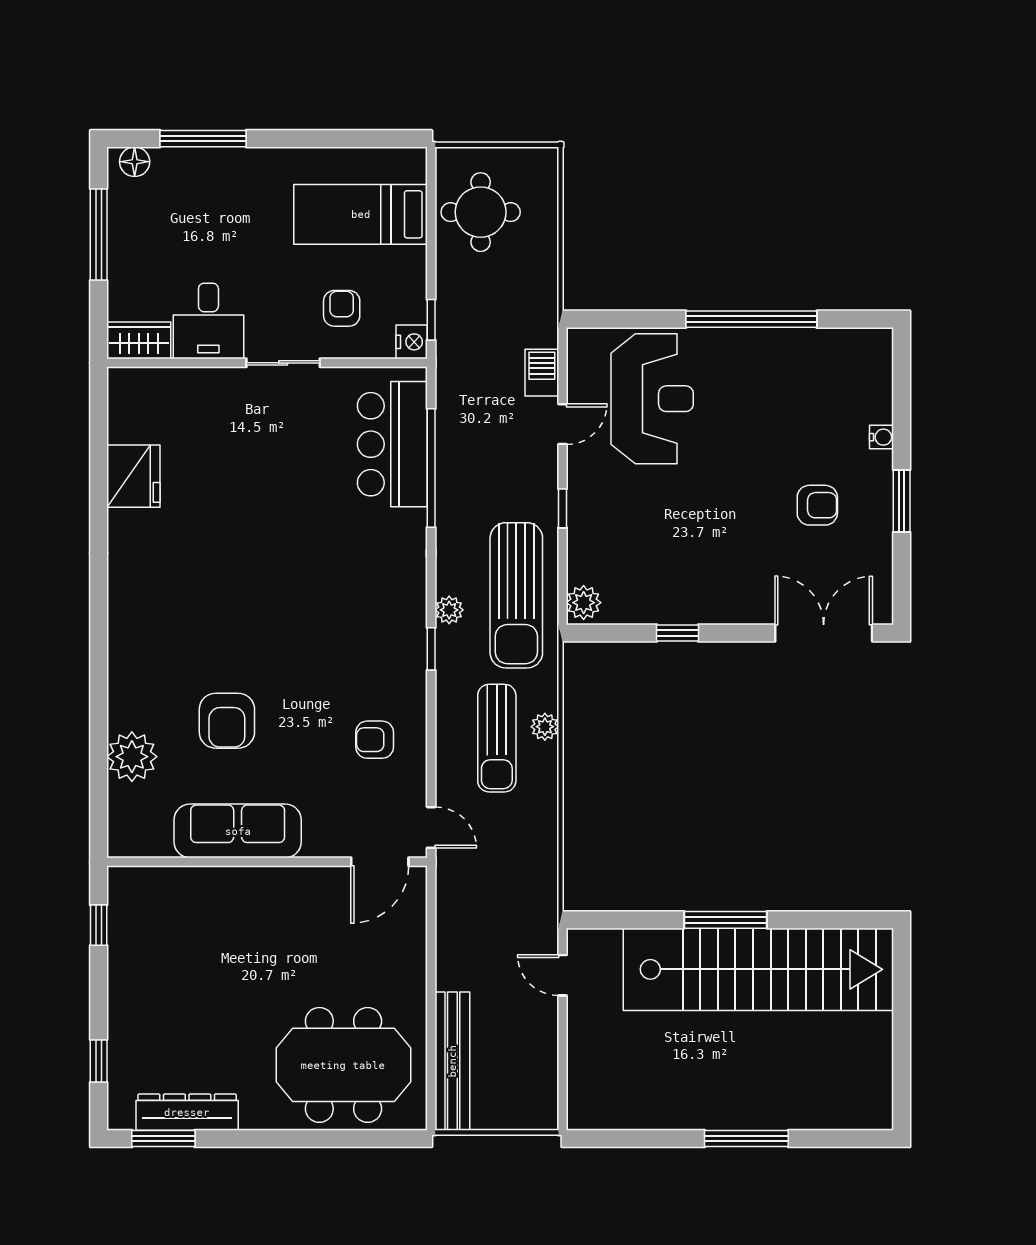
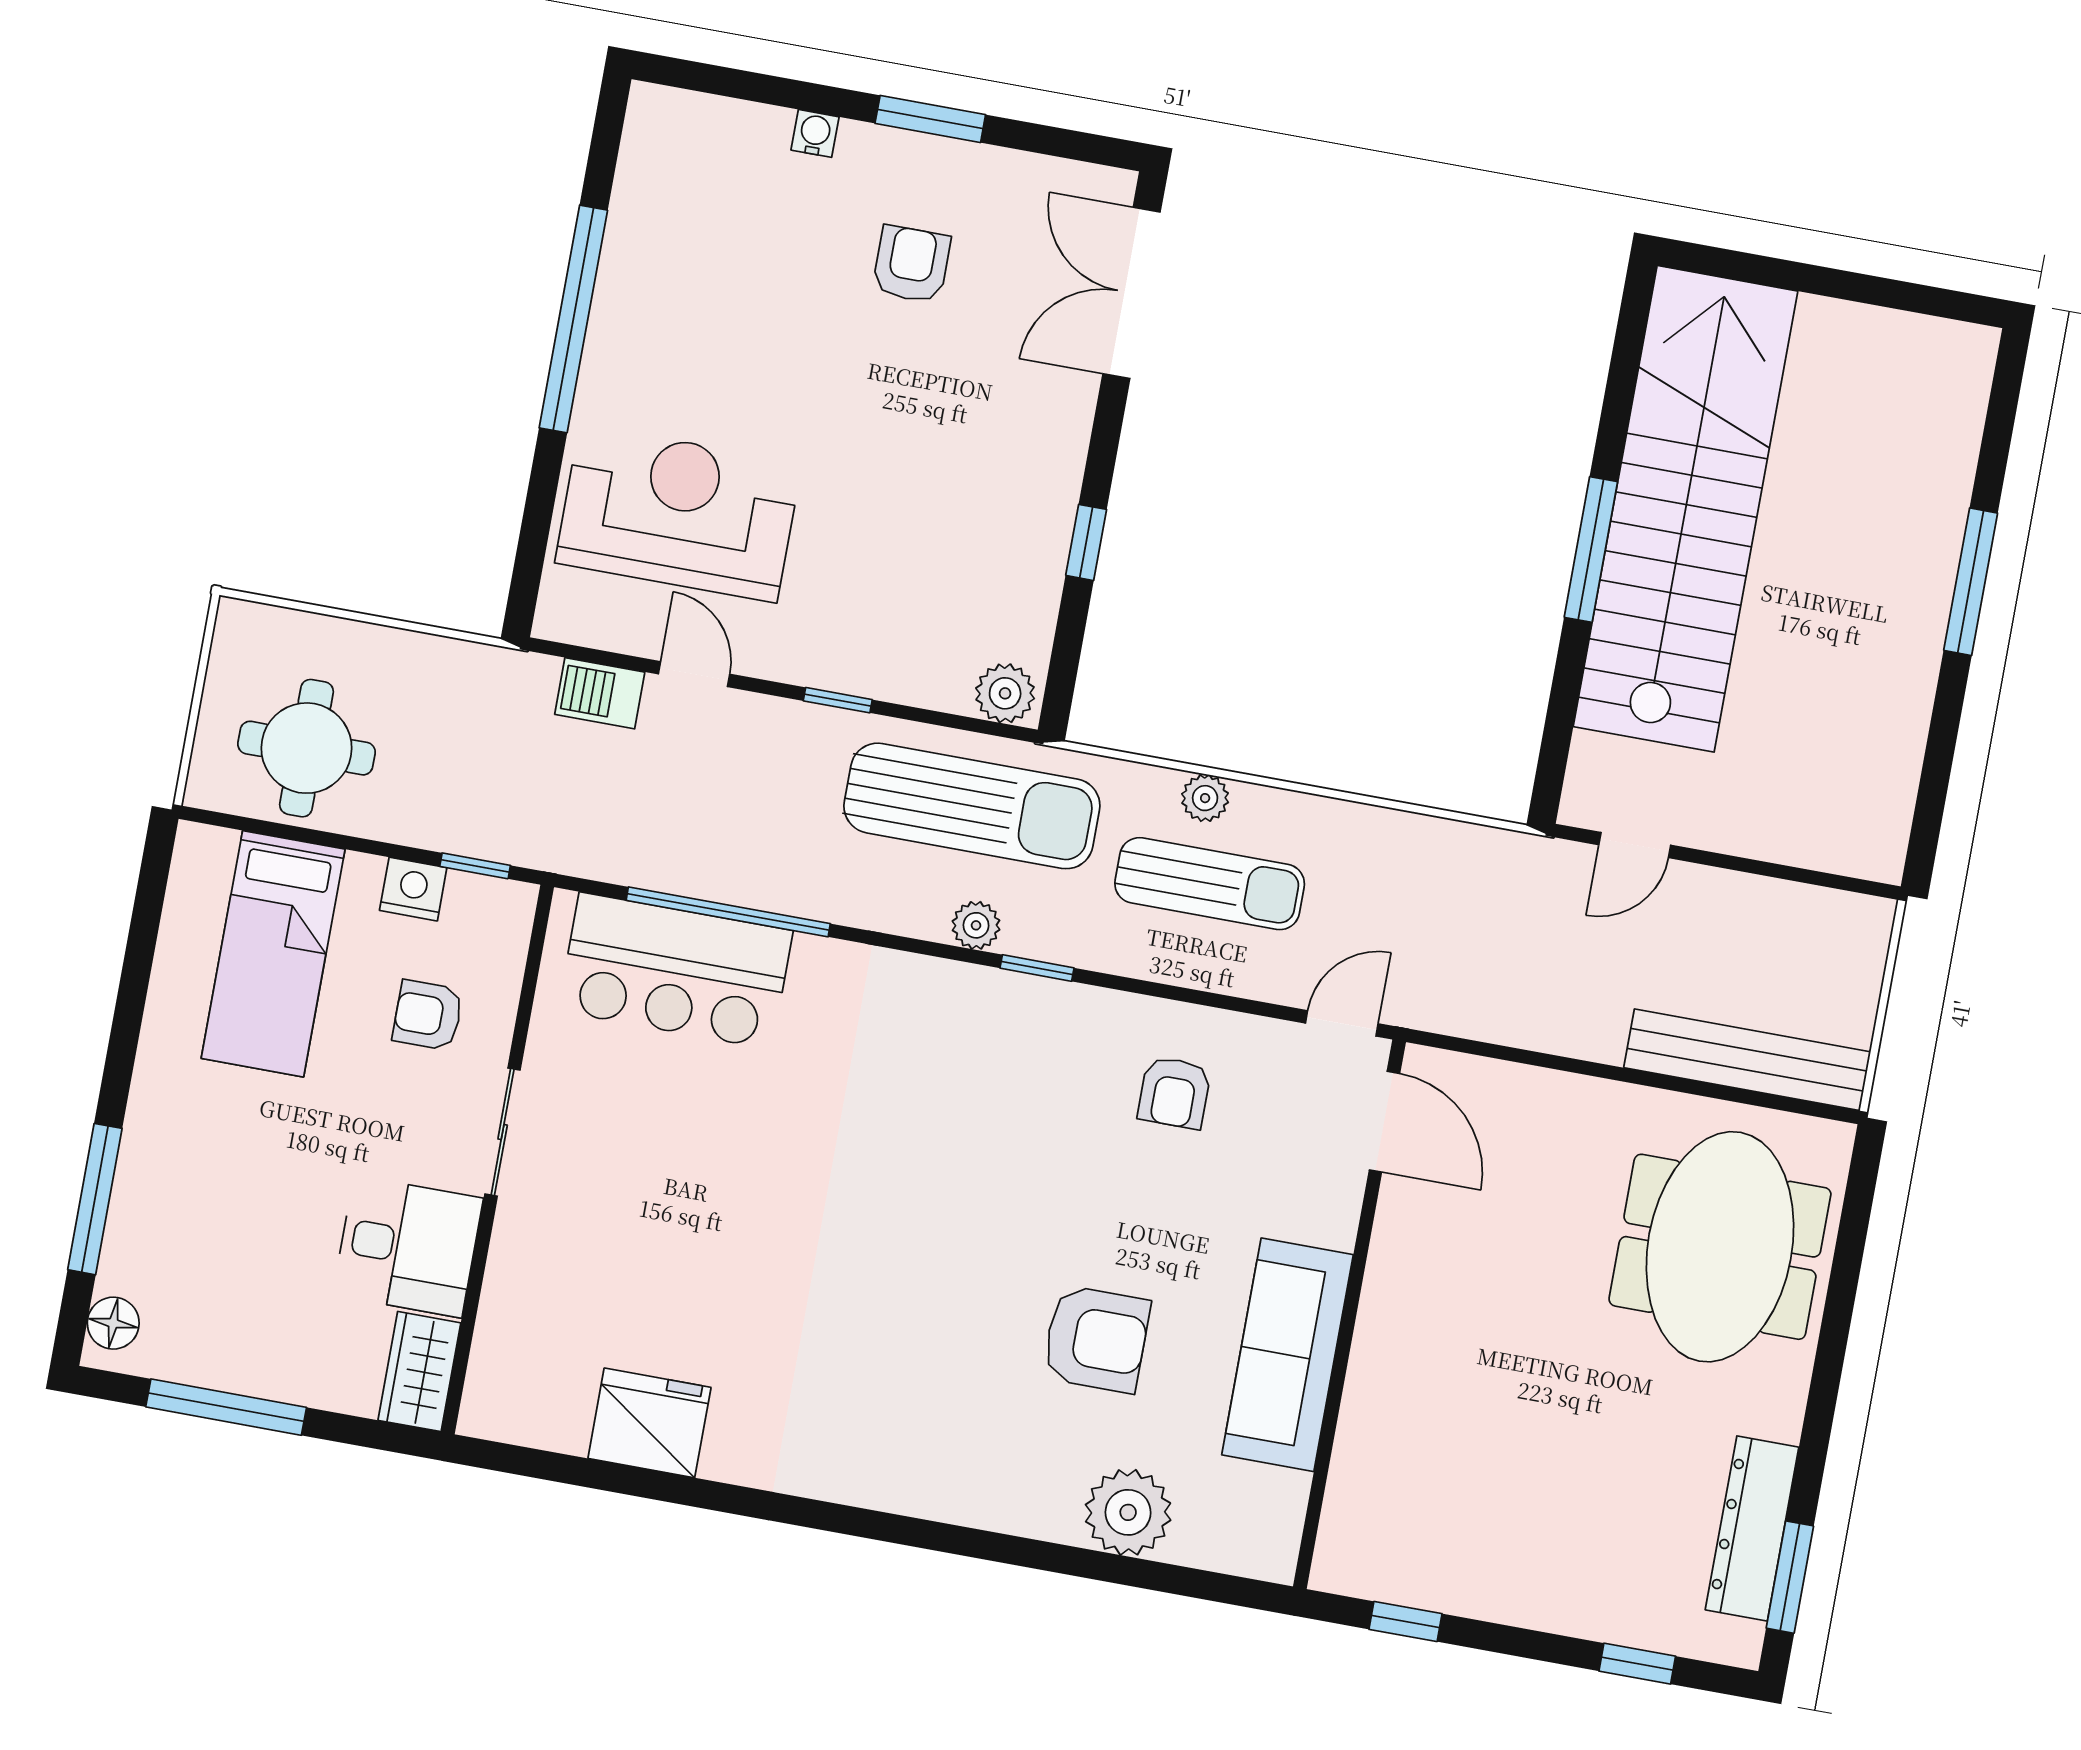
nightstand: (412, 342) -> (413, 889), moved

